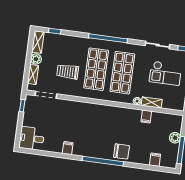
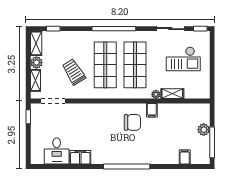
trolley: (68, 72) -> (74, 72), turned 58
filing cabinet: (146, 117) -> (152, 110), moved
desk: (32, 138) -> (57, 151), moved, turned -90
filing cabinet: (68, 148) -> (80, 157), width x2.00
chair: (121, 151) -> (132, 122), moved

